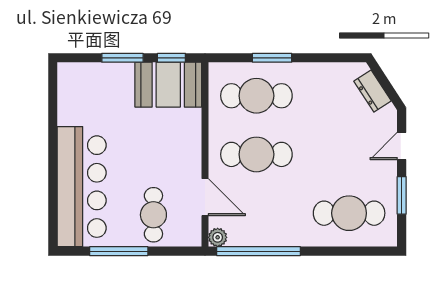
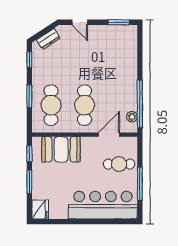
window: (336, 58) -> (29, 60), added
fridge: (74, 77) -> (40, 210), added
booth: (168, 85) -> (61, 149), moved, turned 90
window: (402, 195) -> (119, 22), moved
cafe table: (349, 213) -> (118, 52), removed
plant: (218, 237) -> (132, 117), moved

